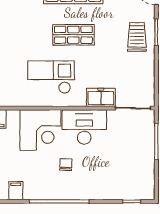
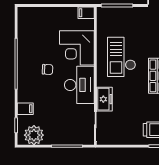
checkout: (51, 77) -> (122, 57), turned 180
plant: (143, 180) -> (34, 135), added
filing cabinet: (16, 191) -> (25, 109), moved

